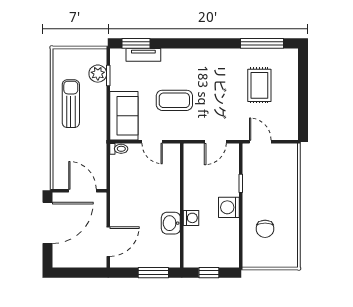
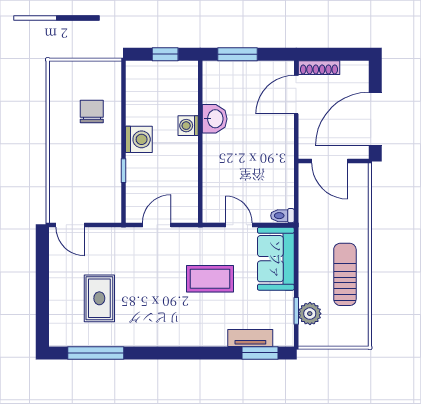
sun lounger: (71, 104) -> (345, 274), turned 180
door: (260, 142) -> (70, 225), moved
shoe rack: (91, 262) -> (319, 68), added

